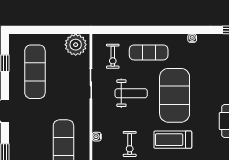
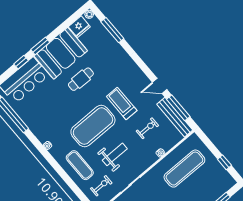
weight bench: (131, 93) -> (115, 154), turned 90
treadmill: (173, 140) -> (122, 103), turned 180

